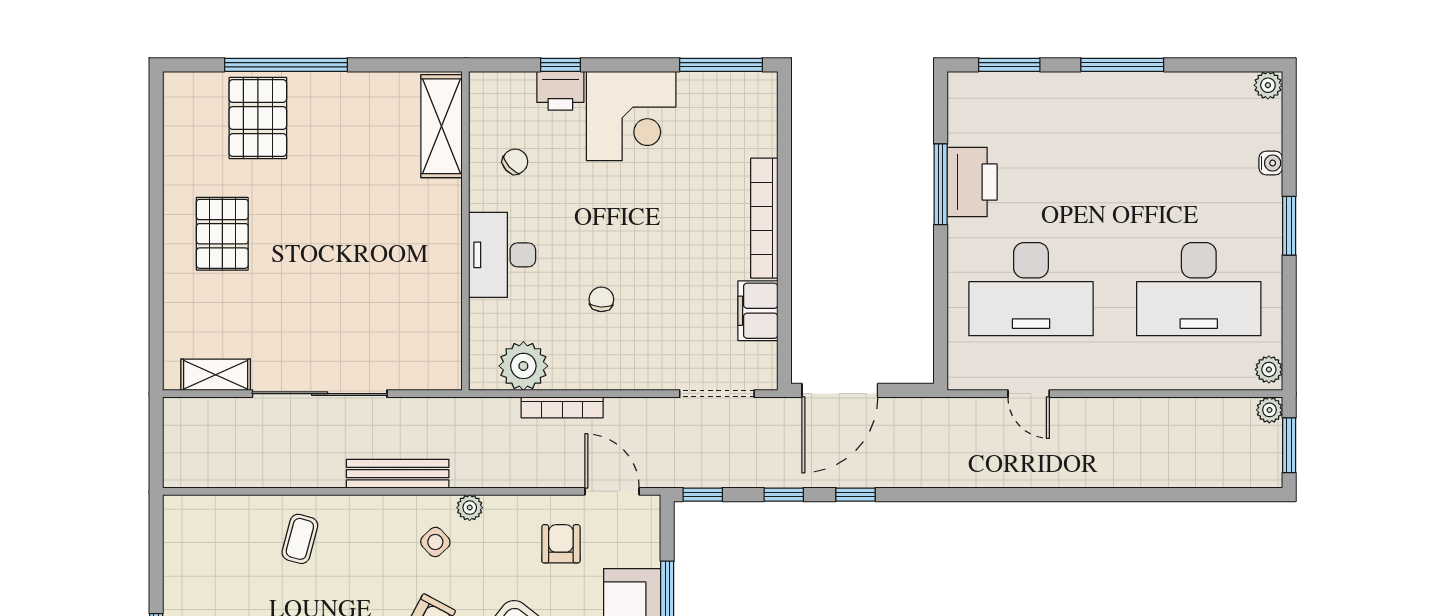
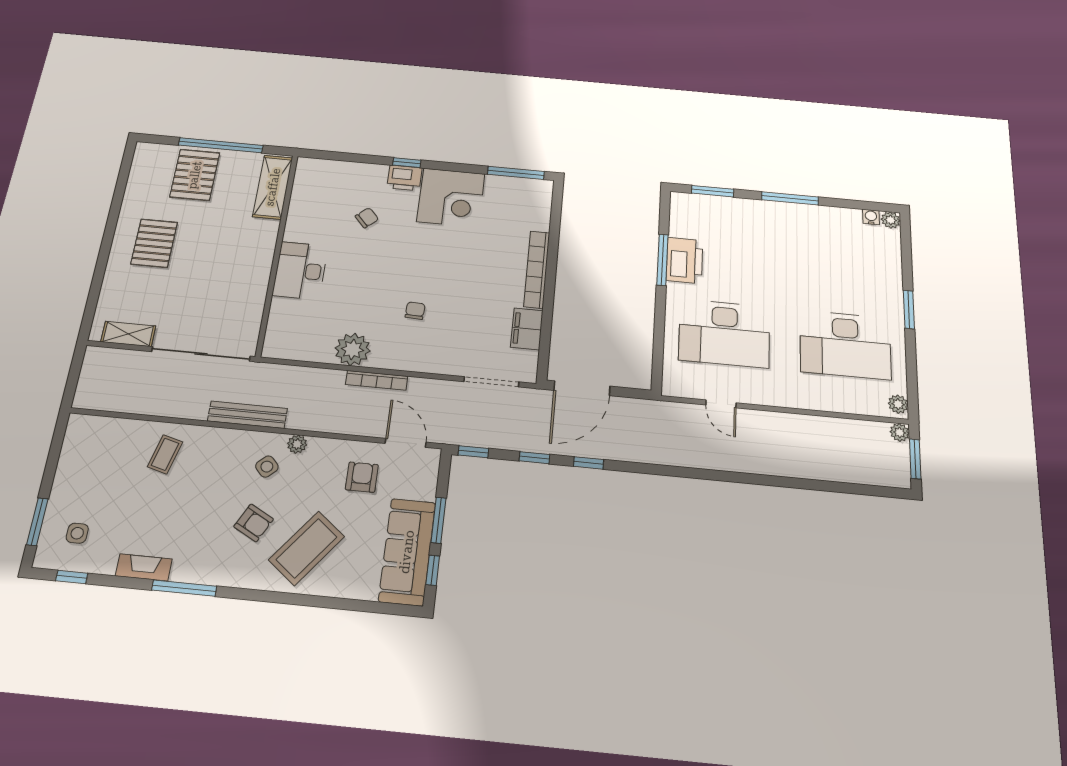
shelving: (441, 126) -> (273, 187), moved
water cooler: (1271, 163) -> (871, 217), moved, turned -90
wall: (465, 231) -> (277, 253), moved
desk: (502, 255) -> (300, 271), moved

